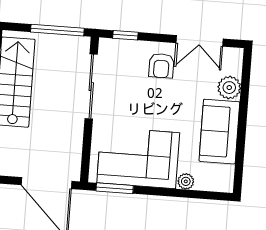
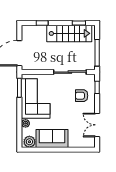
armchair: (161, 66) -> (82, 96), moved
plant: (229, 88) -> (29, 142), moved

